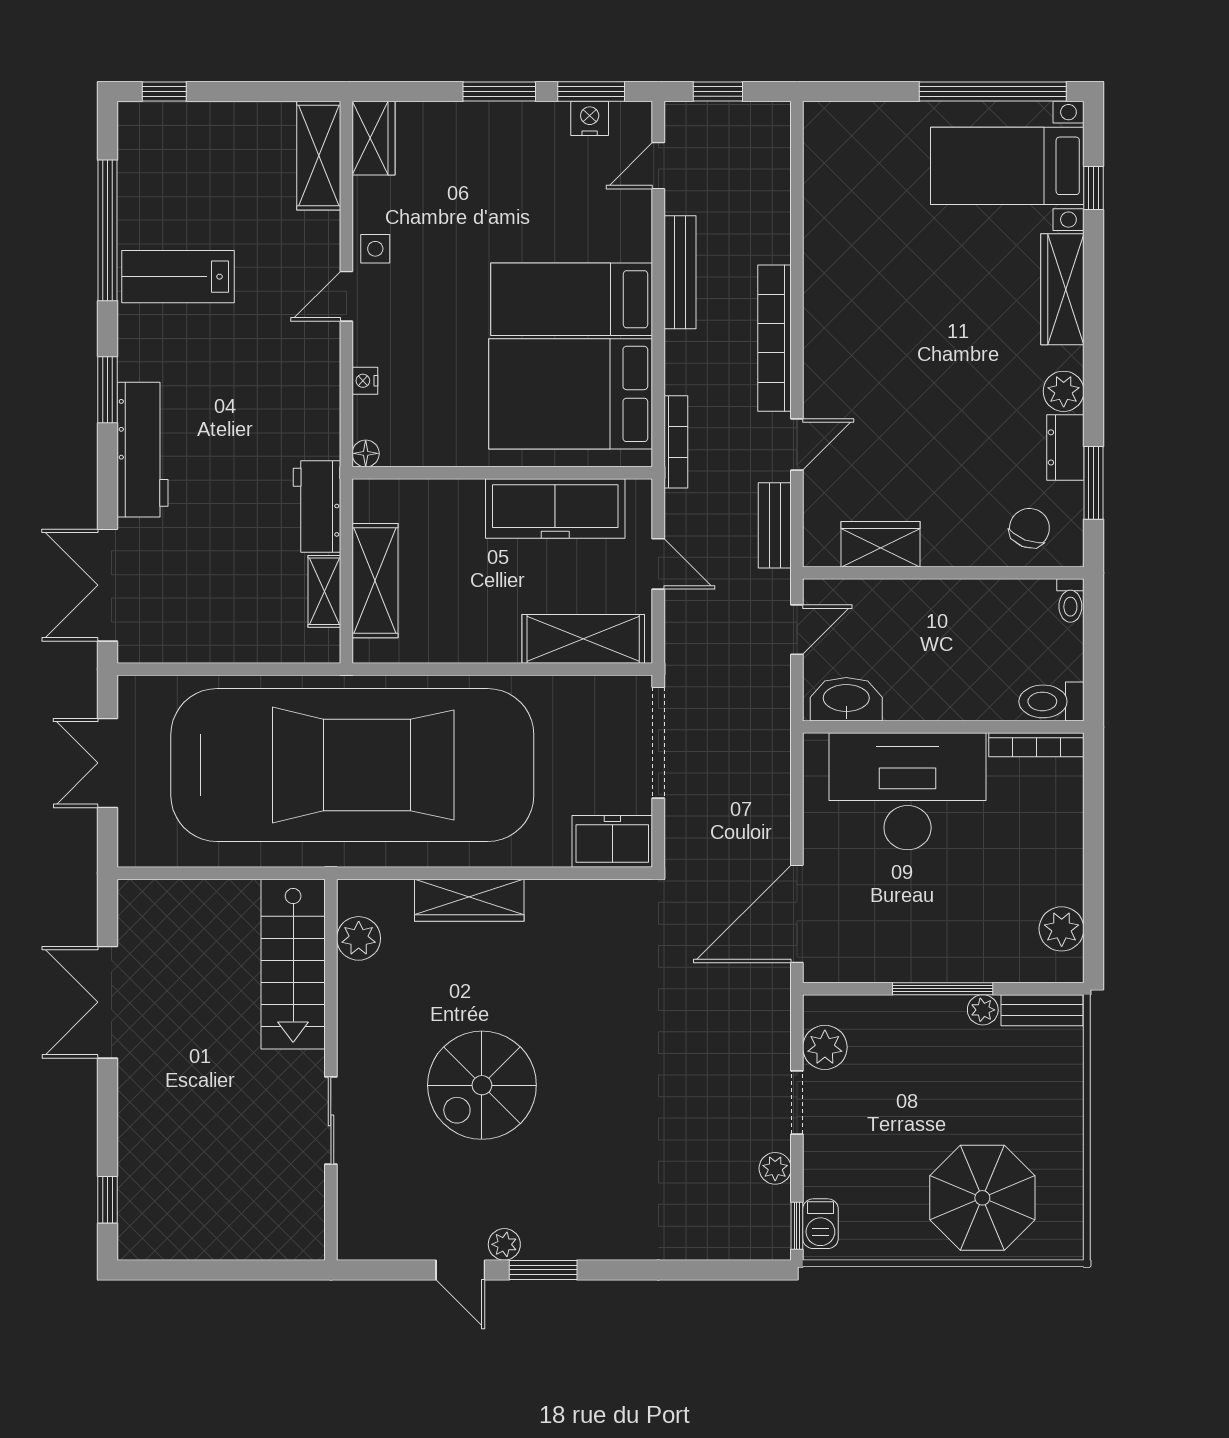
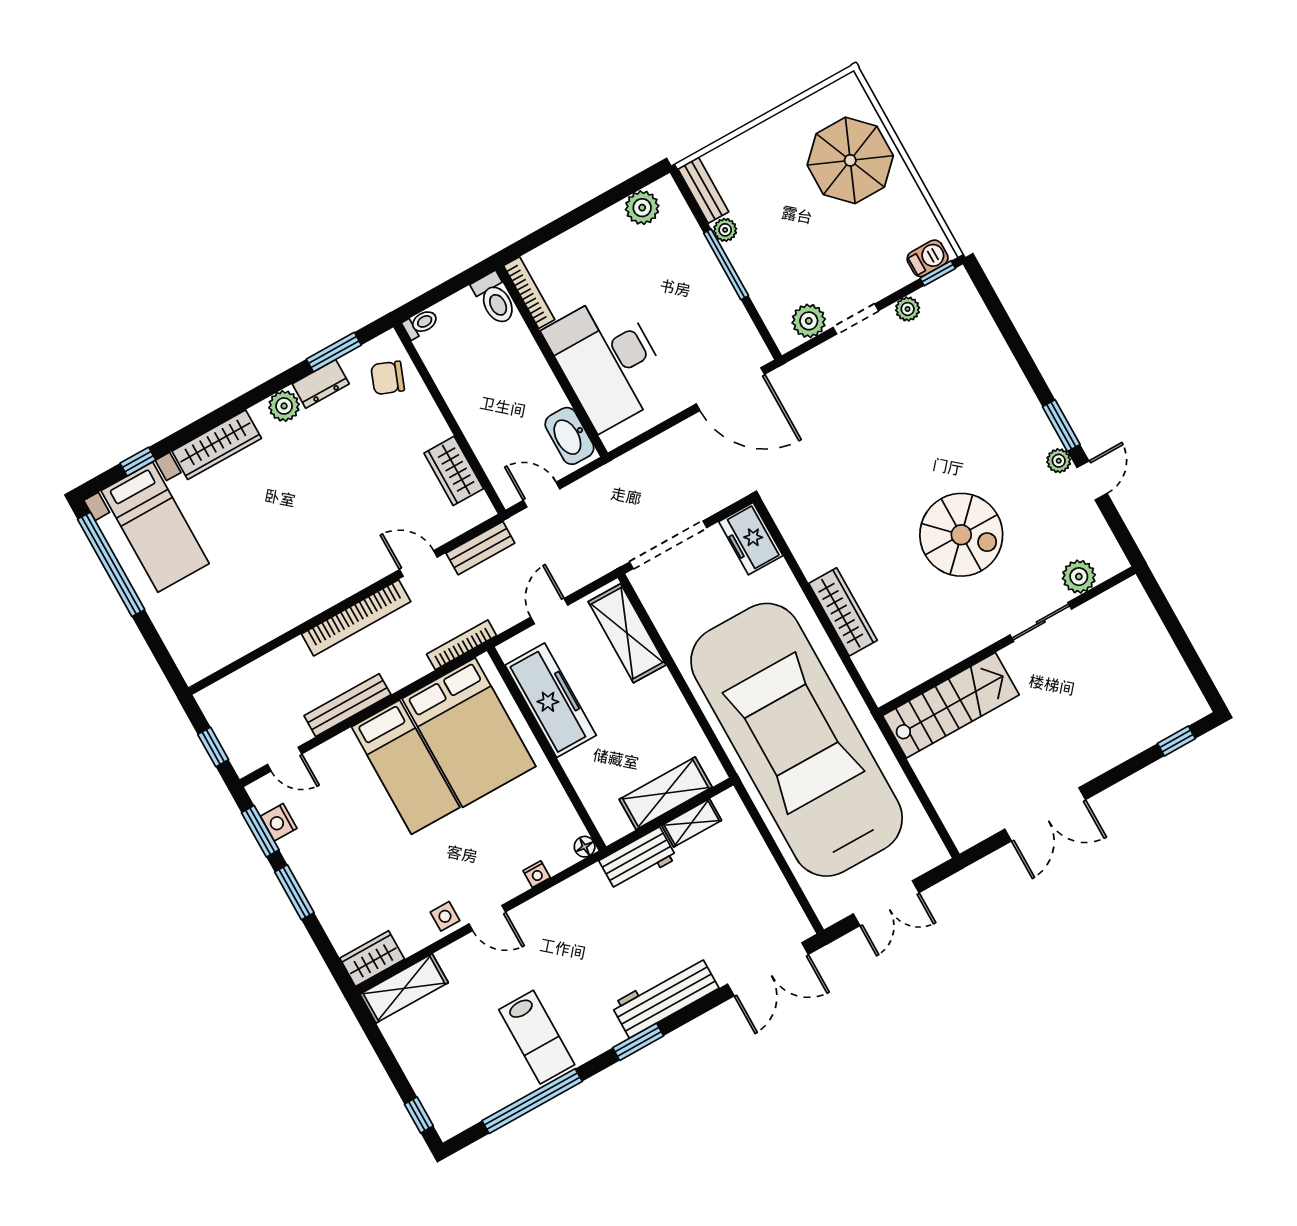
plant: (359, 938) -> (1079, 577), moved

